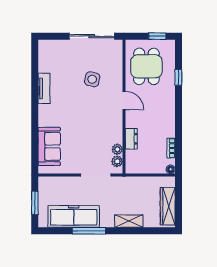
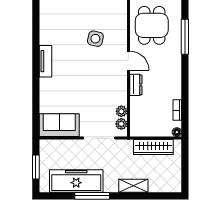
window: (178, 77) -> (185, 37), width x2.17
tv unit: (44, 88) -> (45, 61), moved
dresser: (131, 139) -> (136, 85), moved
sofa: (49, 146) -> (59, 125), moved, turned -90
wardrobe: (168, 206) -> (153, 147), moved, turned -90

